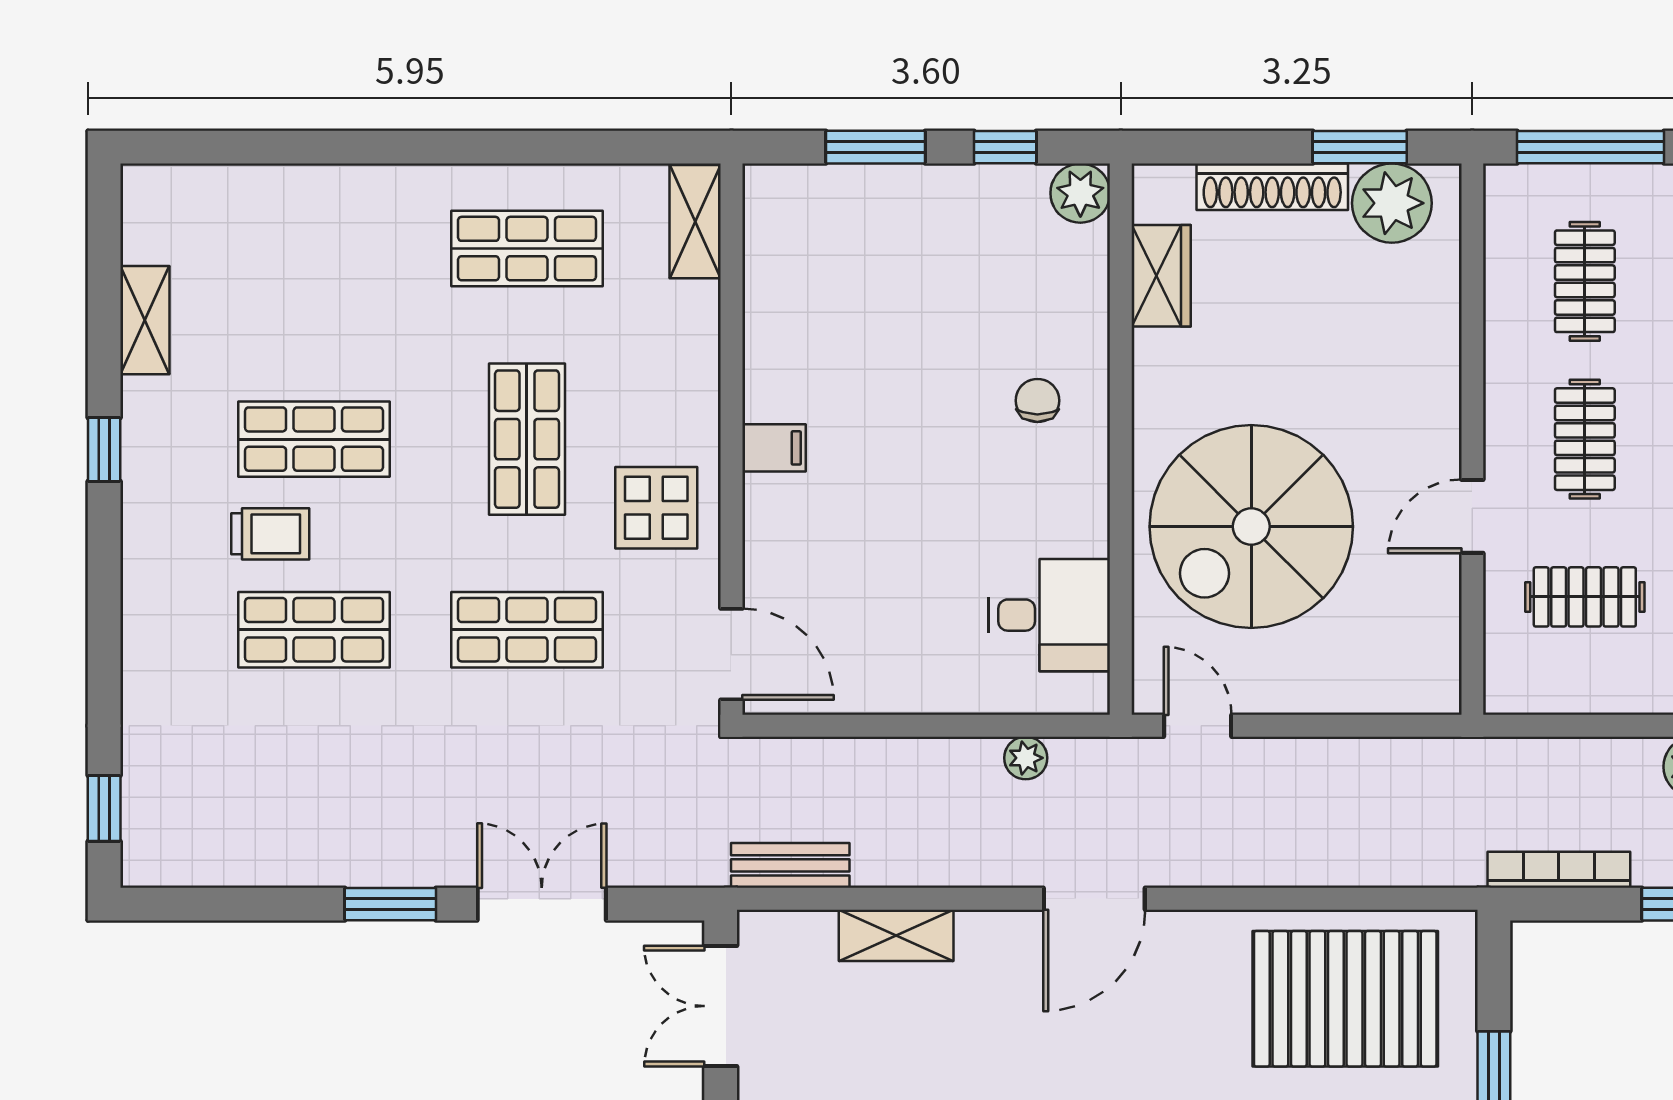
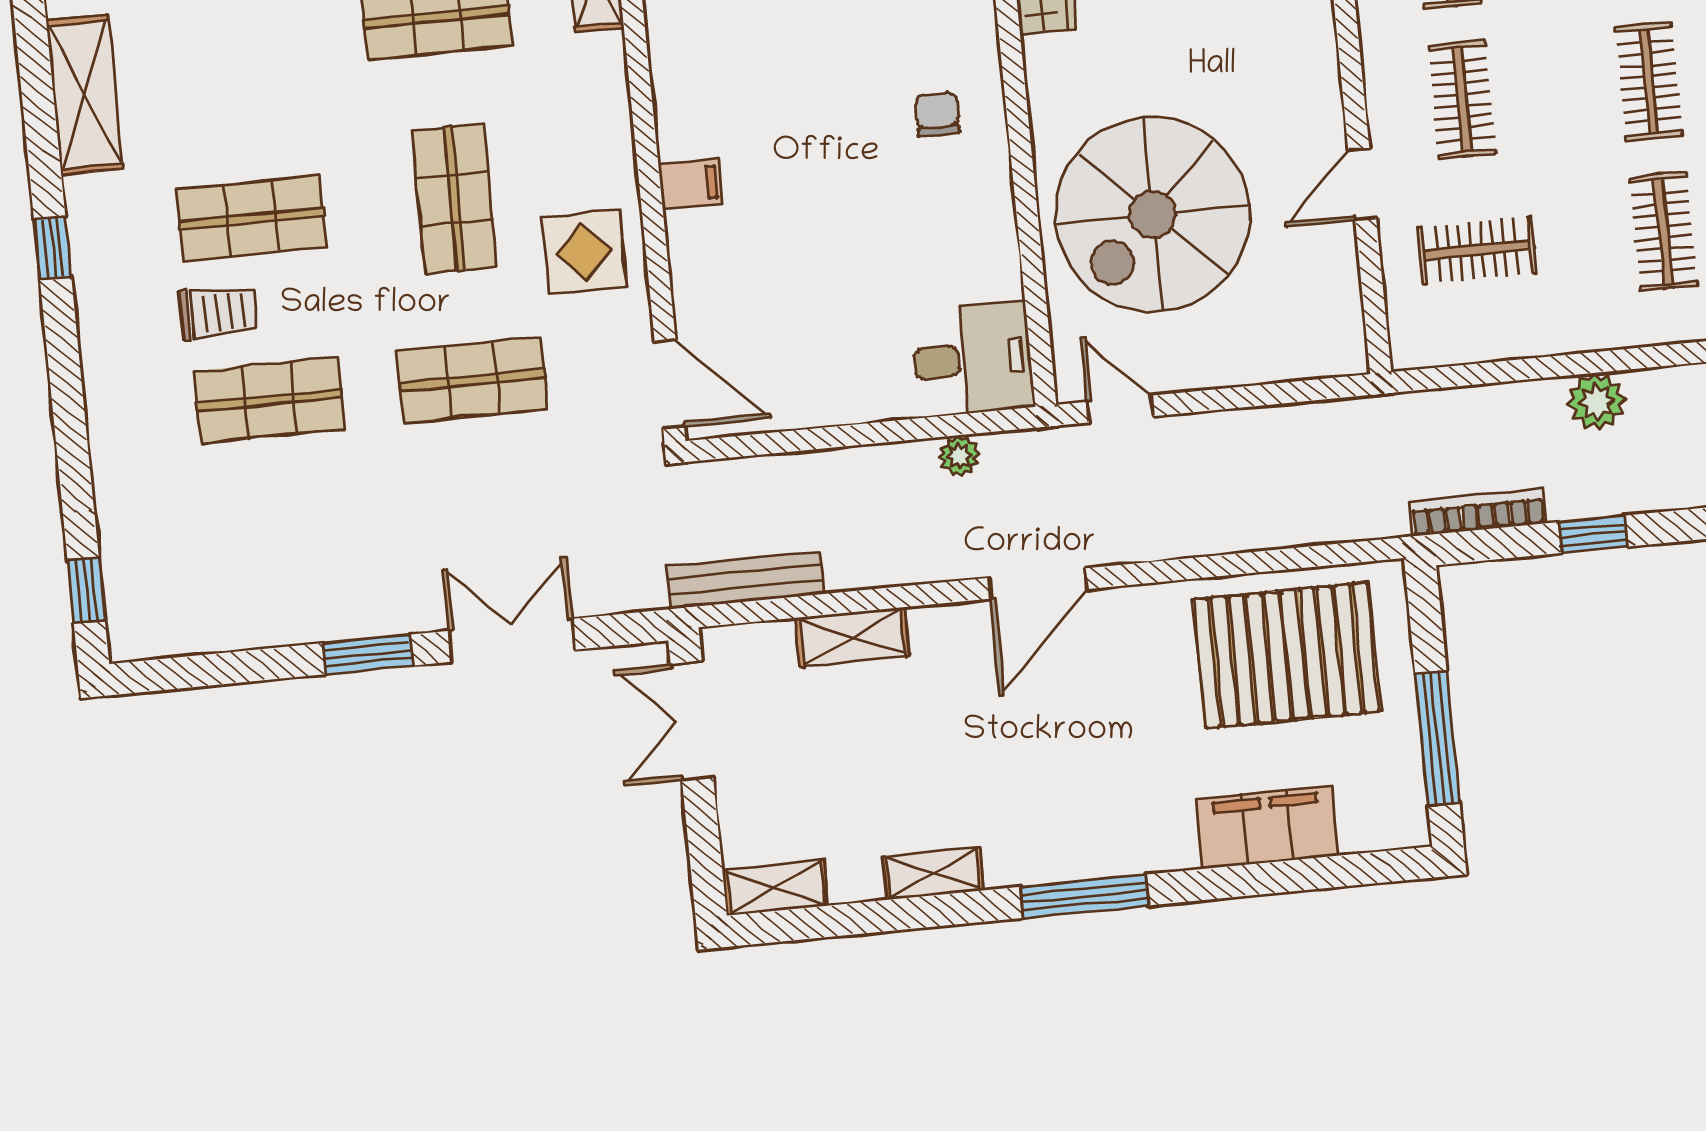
shelving: (145, 320) -> (85, 94), width x1.50, depth x1.33
desk: (1049, 615) -> (973, 359), moved
bench: (790, 865) -> (745, 580), width x1.36

